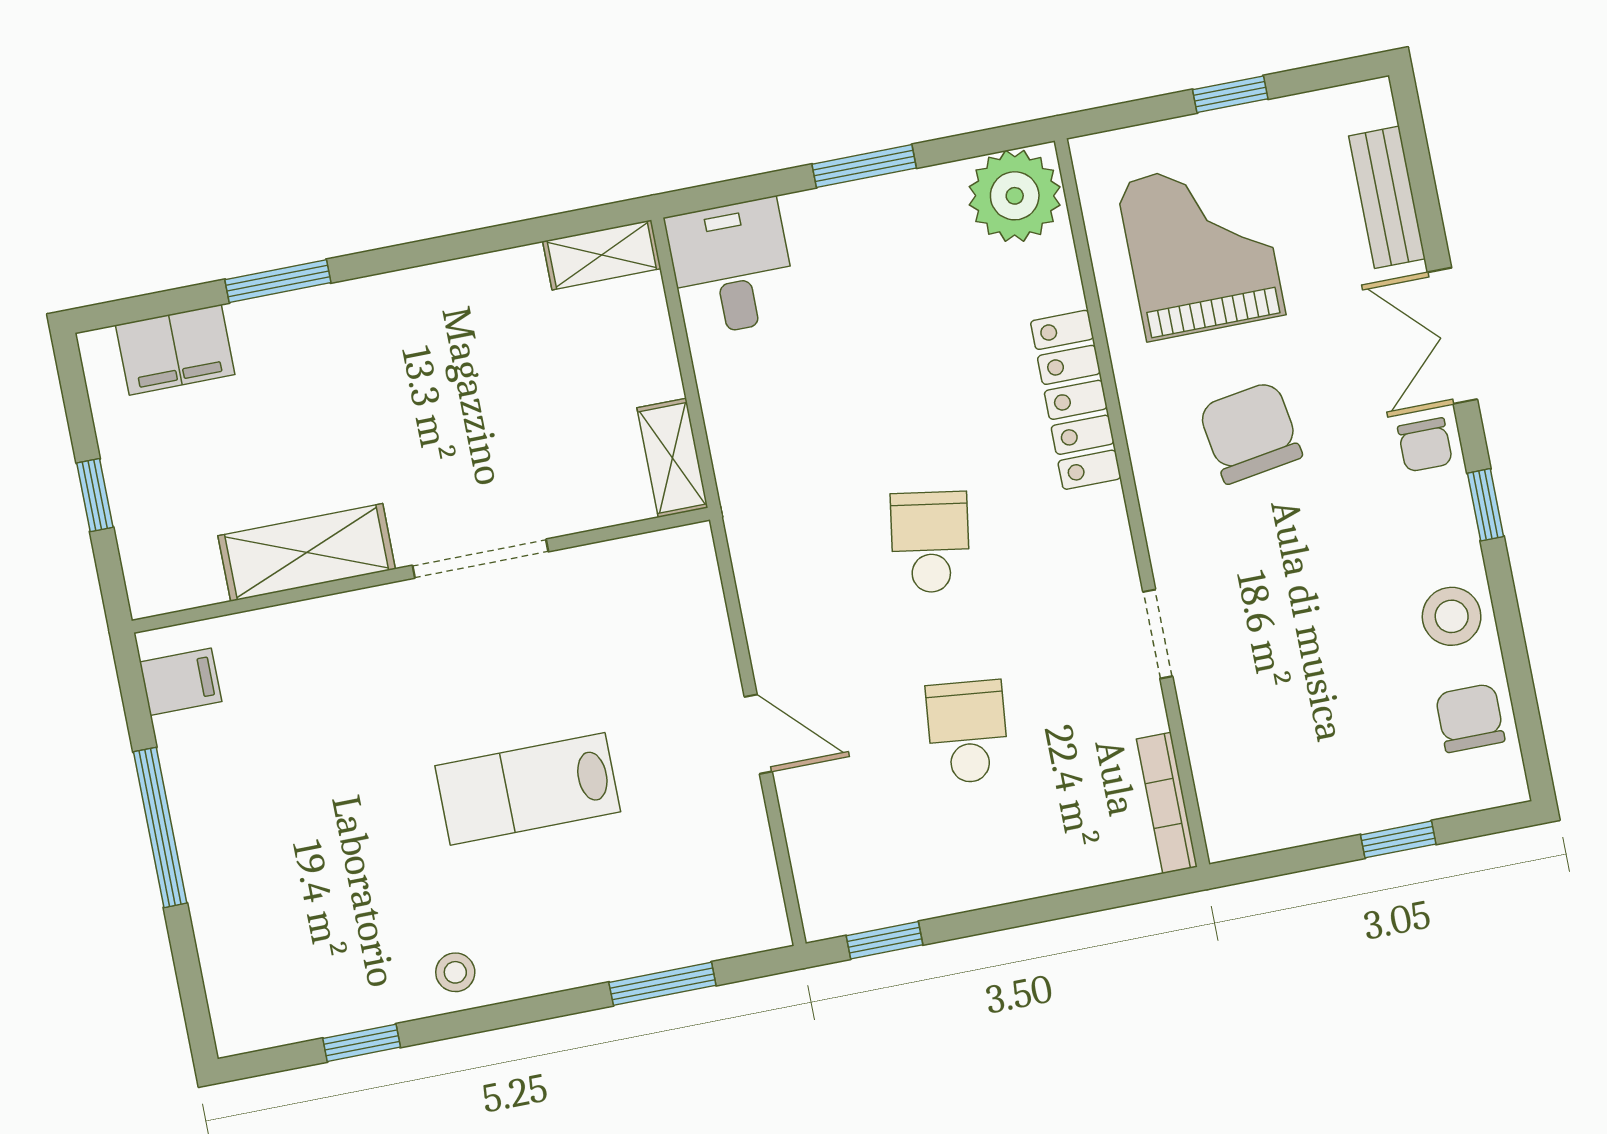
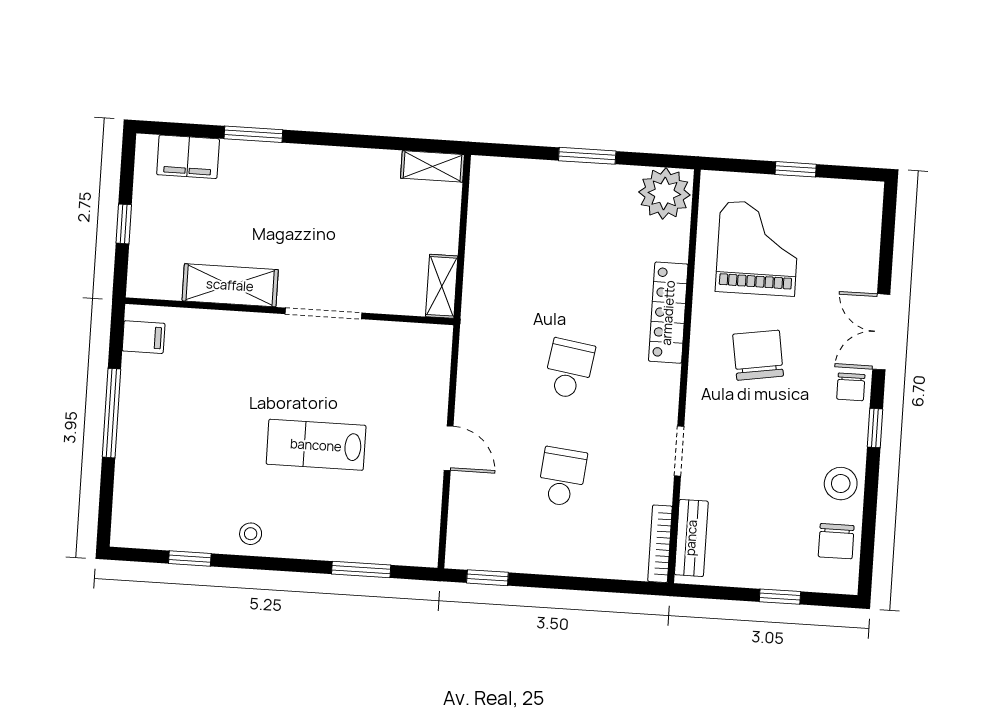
bench: (1387, 197) -> (691, 538), moved
desk: (732, 267) -> (501, 192), removed
chair: (1470, 718) -> (836, 541), turned 180

